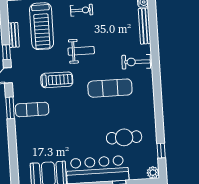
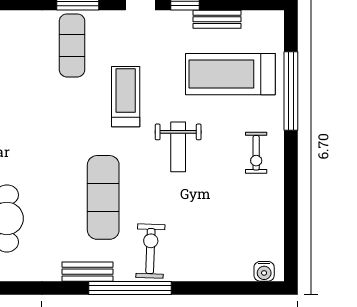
bench: (145, 26) -> (87, 272), moved, width x0.73
window: (156, 71) -> (130, 288), added
treadmill: (57, 80) -> (126, 97), turned 180

